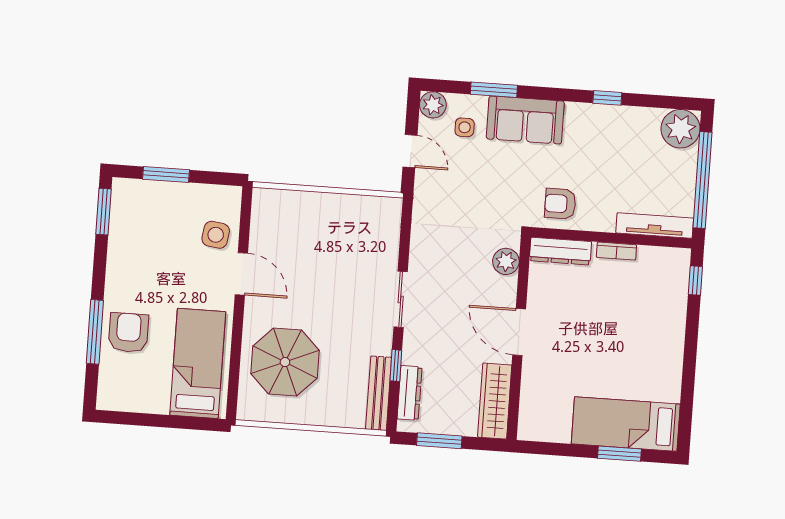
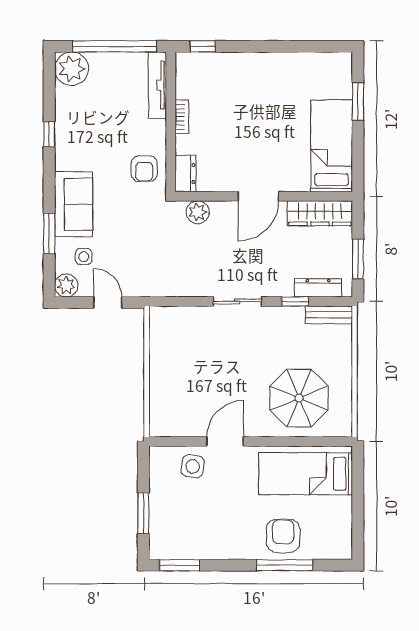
door: (410, 151) -> (108, 302), hinge flipped
dresser: (560, 251) -> (185, 174), width x0.70
armchair: (129, 333) -> (283, 536), turned 90
bench: (379, 393) -> (329, 315), width x0.73
bed: (626, 424) -> (332, 146), moved, turned 180

